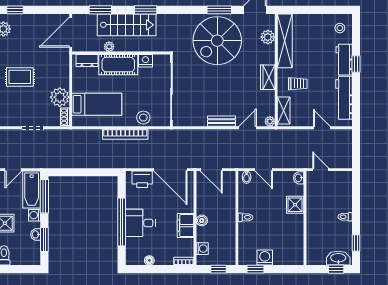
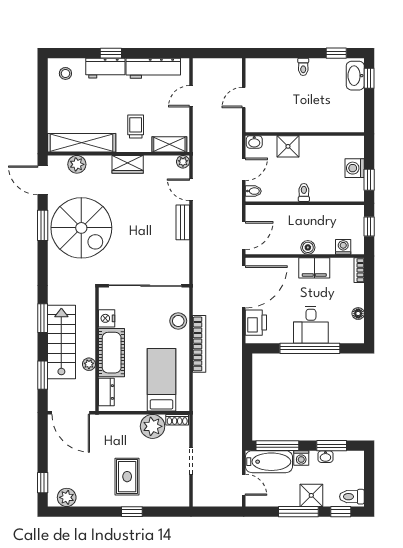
washbasin: (299, 178) -> (254, 142), moved
shower: (295, 205) -> (288, 146), moved
wall: (305, 218) -> (305, 134), moved

